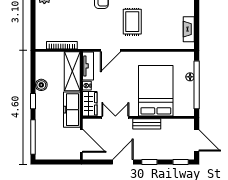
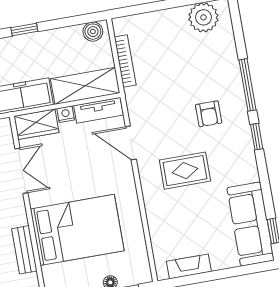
boiler: (41, 85) -> (93, 32), moved
bench: (147, 124) -> (24, 250), moved

